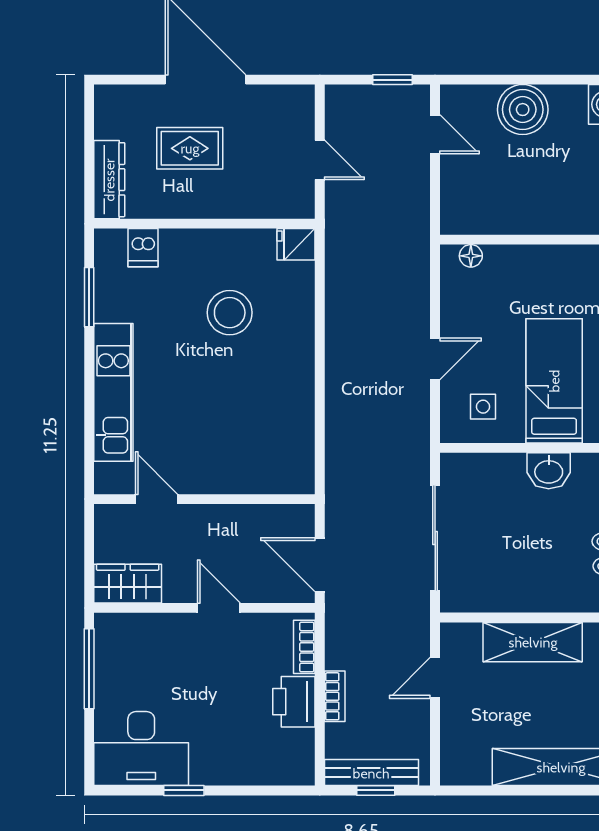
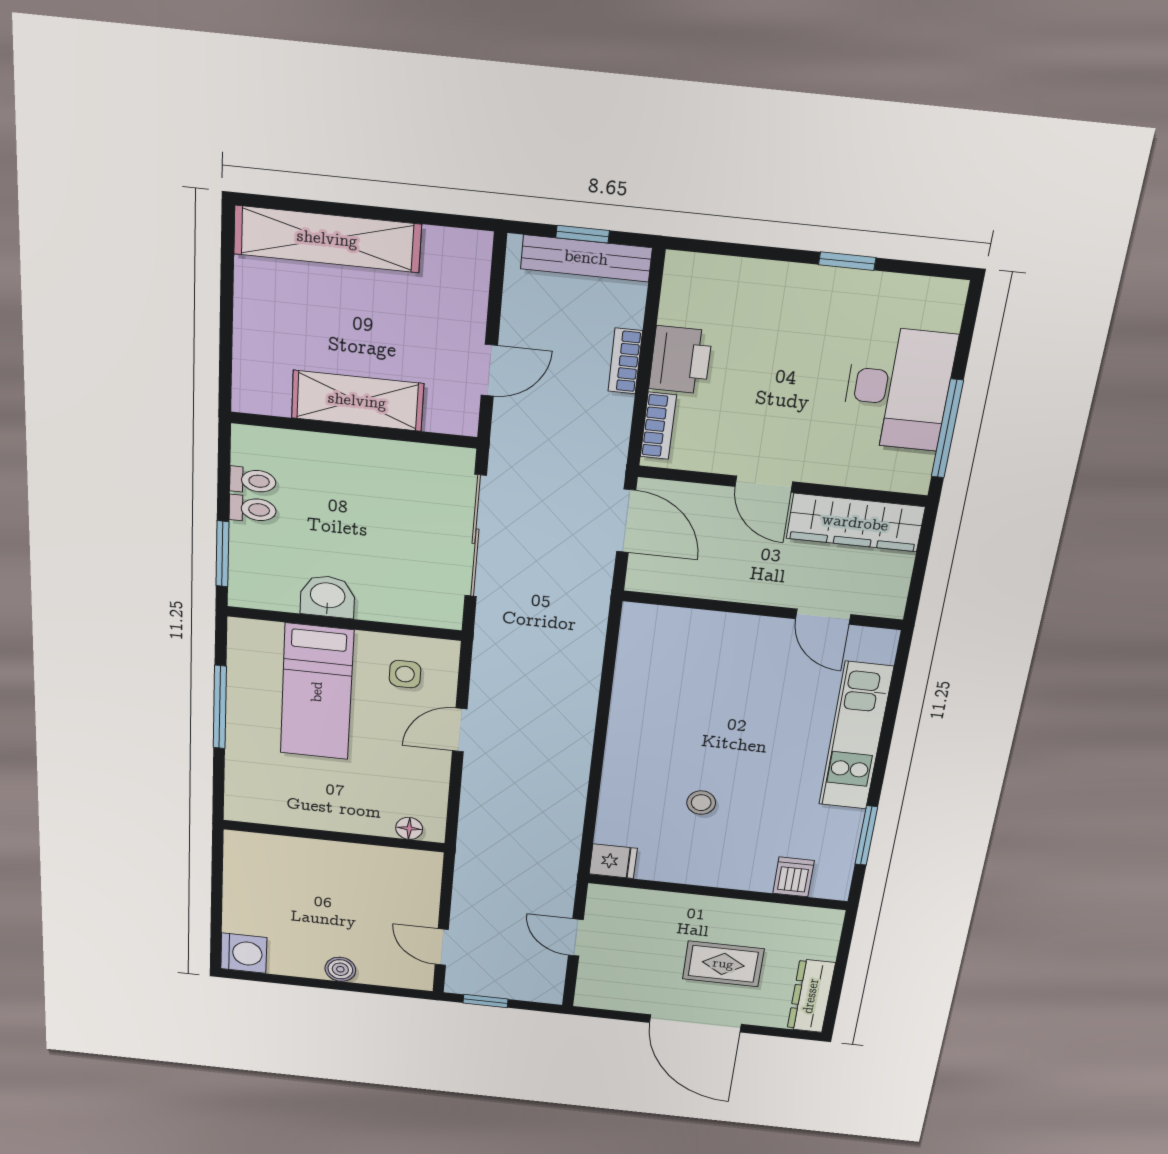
boiler: (523, 110) -> (340, 969), width x0.54, depth x0.54
dresser: (109, 180) -> (811, 996), moved
stool: (230, 313) -> (701, 803), width x0.53, depth x0.53
wardrobe: (128, 584) -> (855, 523), width x1.50
desk: (141, 749) -> (898, 388), moved, turned 90

